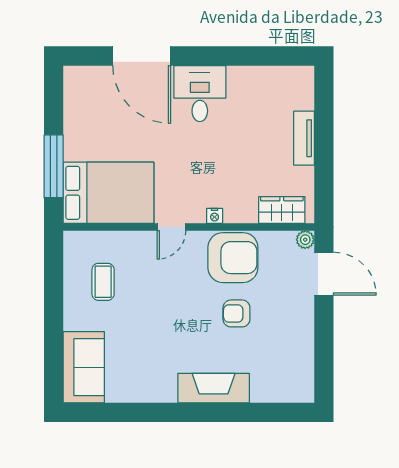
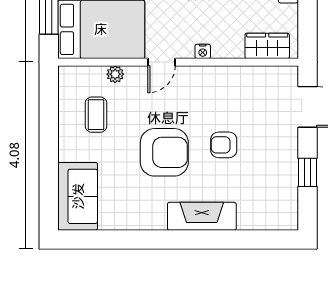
plant: (305, 240) -> (115, 74), moved
armchair: (233, 258) -> (164, 152), moved
window: (324, 342) -> (307, 172), added

